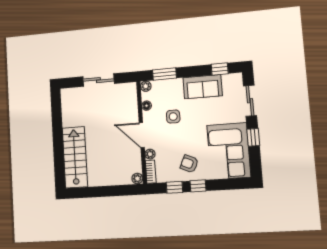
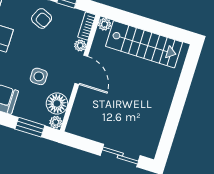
sliding door: (98, 80) -> (120, 156), moved
floor lamp: (147, 106) -> (57, 104), width x1.89, depth x1.89
stairs: (75, 157) -> (144, 44), moved, turned -90

